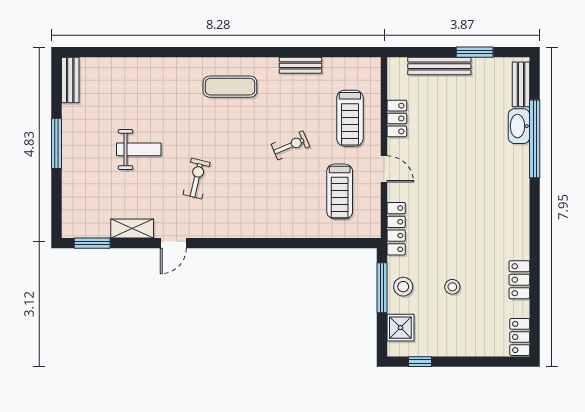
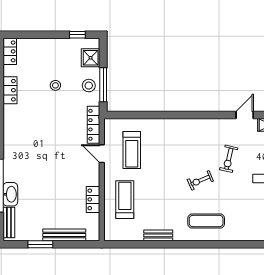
exercise bike: (290, 145) -> (200, 180), moved
door: (384, 169) -> (102, 154), moved
treadmill: (340, 191) -> (132, 150), turned 180

